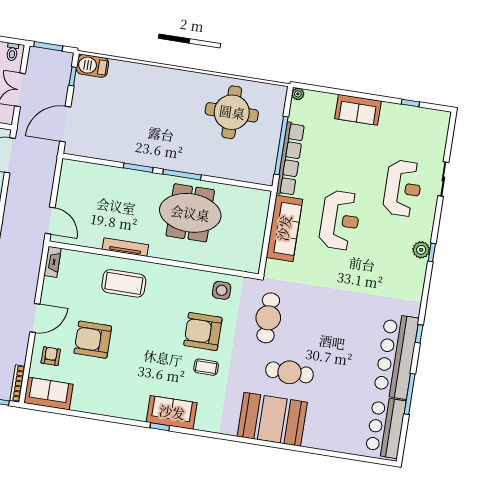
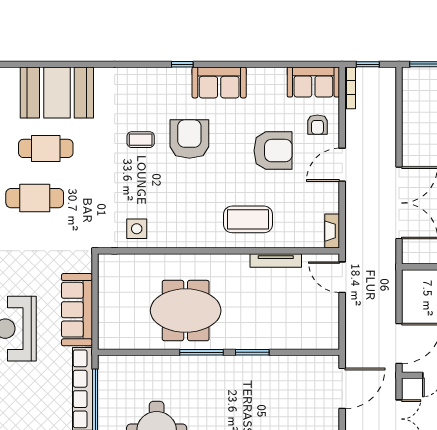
tv unit: (125, 247) -> (276, 261), moved
cafe table: (268, 318) -> (35, 198), moved, turned 90
armchair: (203, 332) -> (189, 139), moved, turned -90
sofa: (172, 412) -> (219, 82), moved

